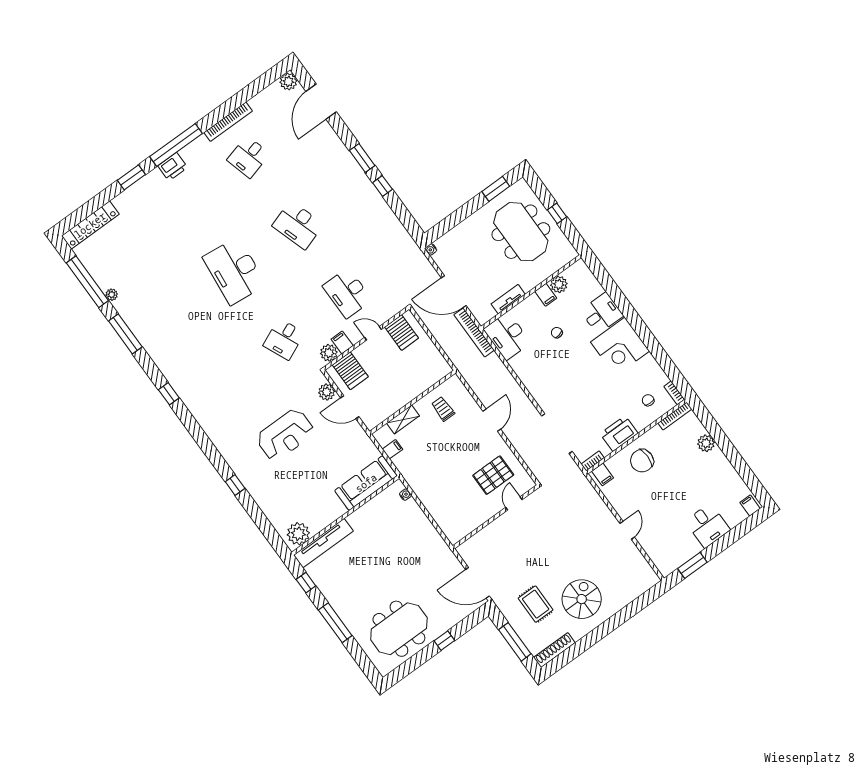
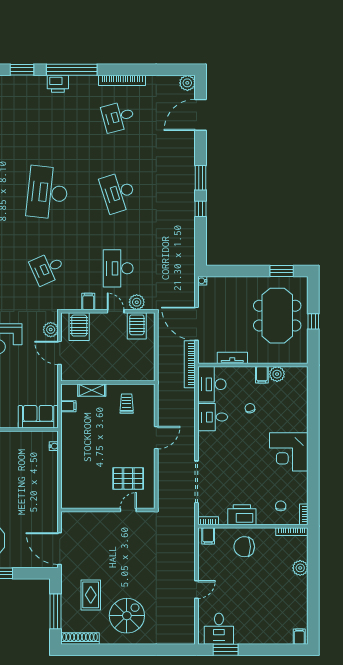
desk: (602, 313) -> (213, 417), moved, turned 180
plant: (329, 353) -> (137, 302), moved
sofa: (366, 483) -> (38, 417), width x0.73
desk: (708, 525) -> (219, 629), moved

